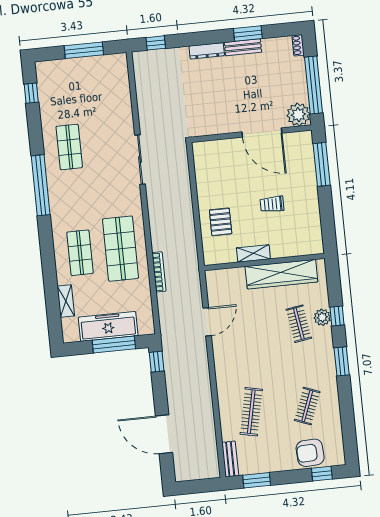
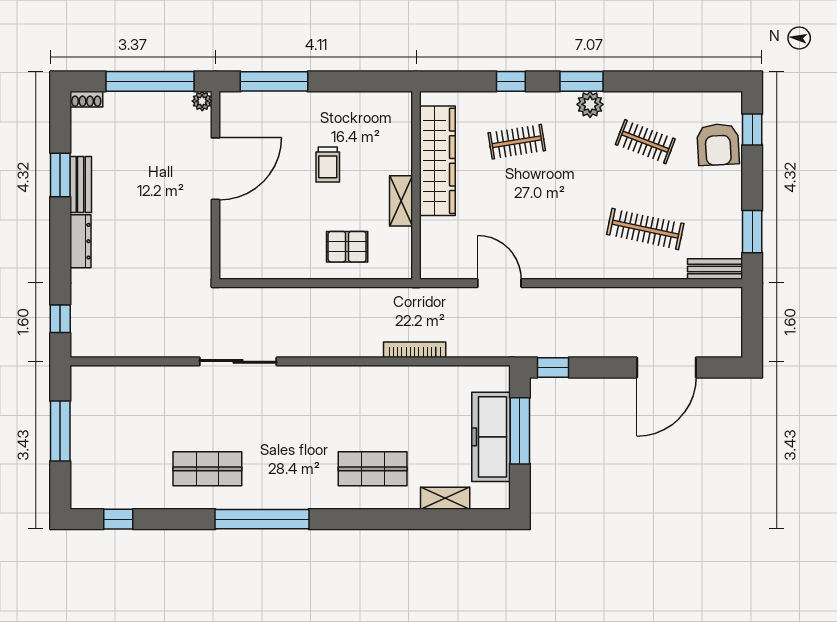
plant: (298, 115) -> (202, 101), width x0.53, depth x0.53
shop shelf: (121, 249) -> (373, 406), removed
plant: (322, 317) -> (590, 104), moved

